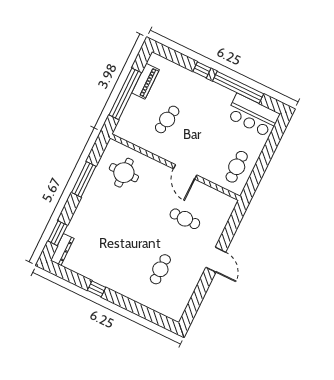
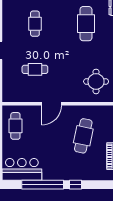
cafe table: (167, 119) -> (83, 136), width x1.37, depth x1.35
door: (185, 172) -> (51, 104), swing flipped
cafe table: (104, 242) -> (86, 24), added

